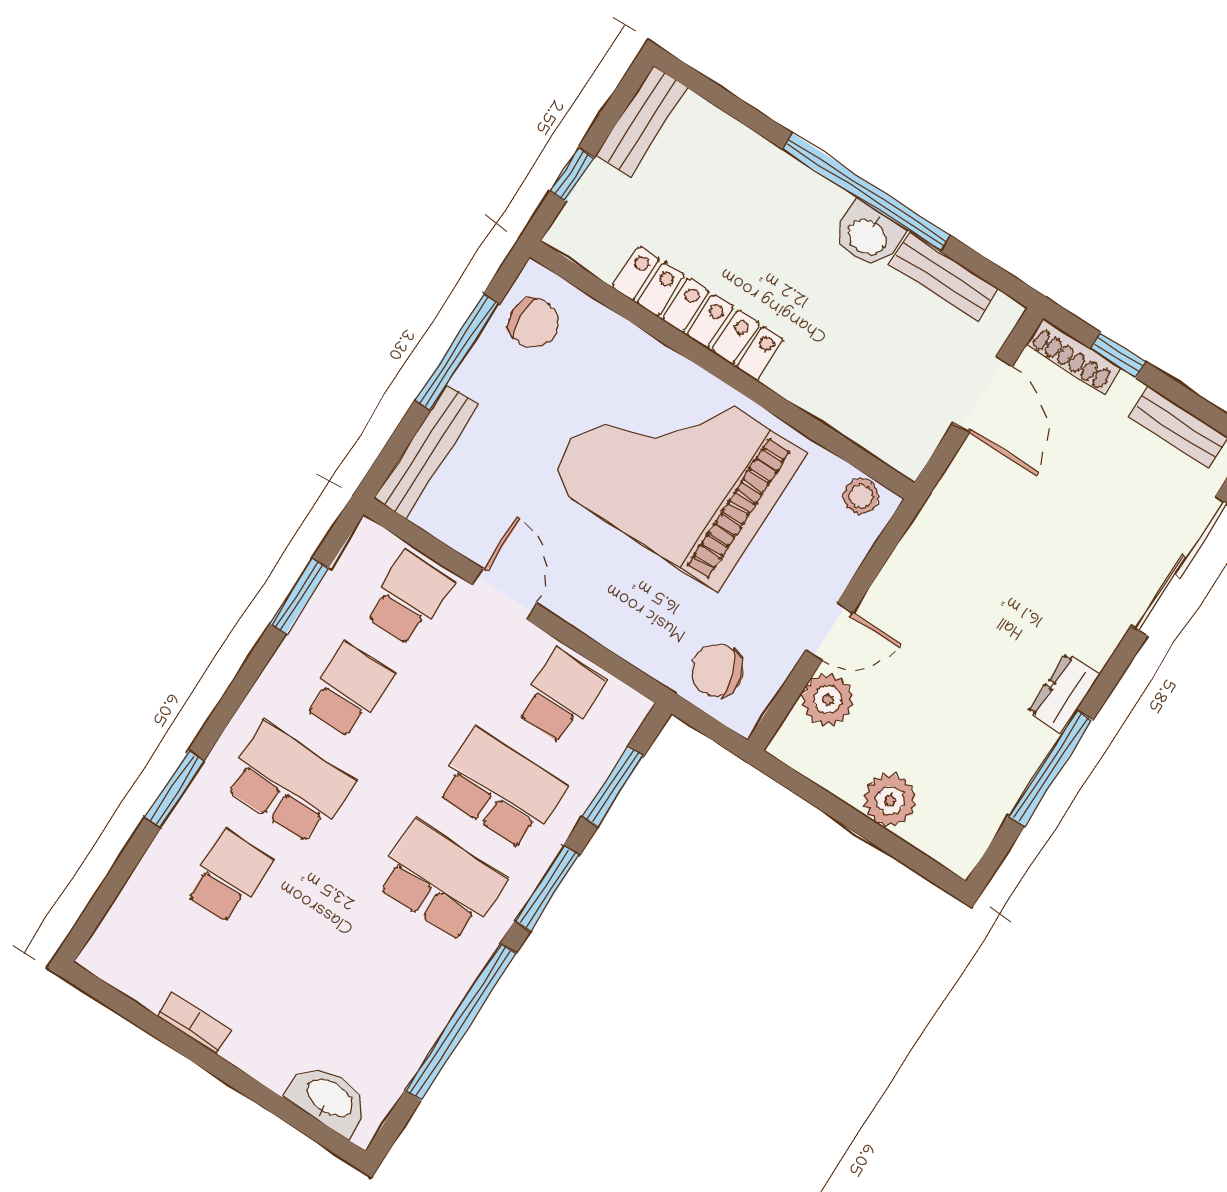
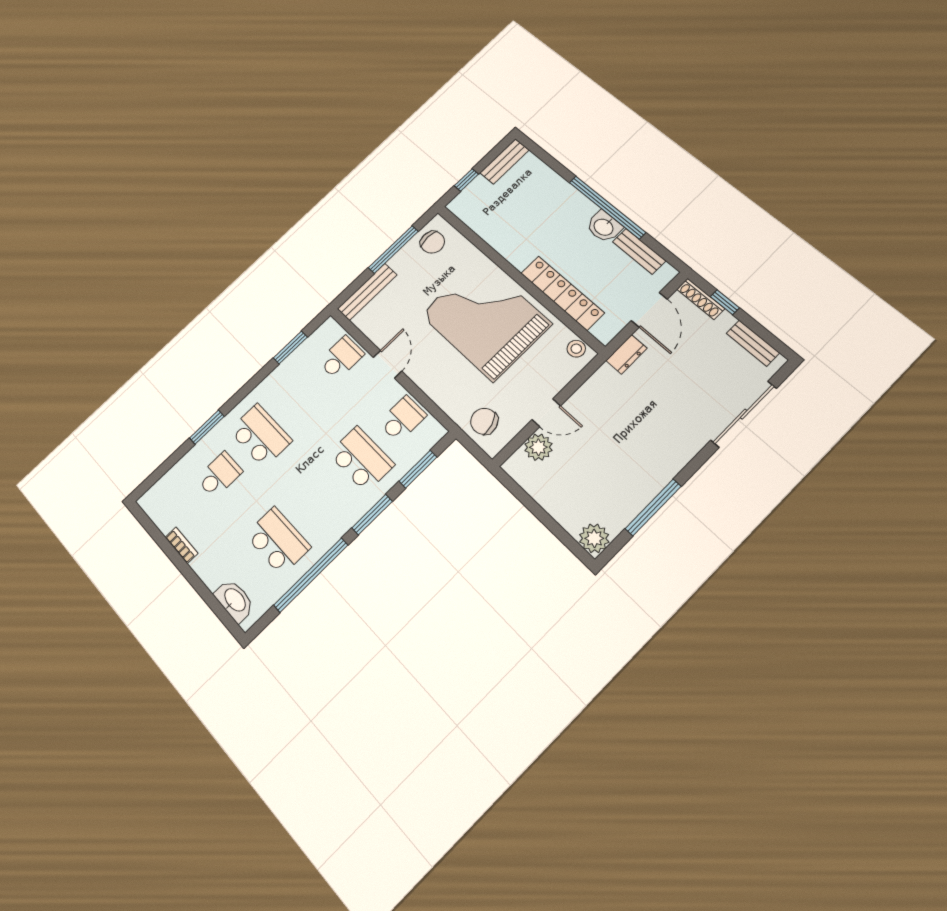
locker: (698, 313) -> (562, 293), moved
school desk: (349, 691) -> (301, 396), removed
dresser: (1064, 693) -> (626, 354), moved, turned 180
plant: (890, 800) -> (594, 538), moved
school desk: (441, 882) -> (278, 541), moved

